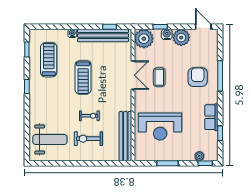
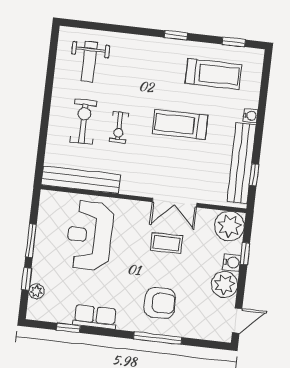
weight bench: (50, 140) -> (89, 62), width x0.73, depth x0.75
window: (205, 163) -> (26, 279), moved

